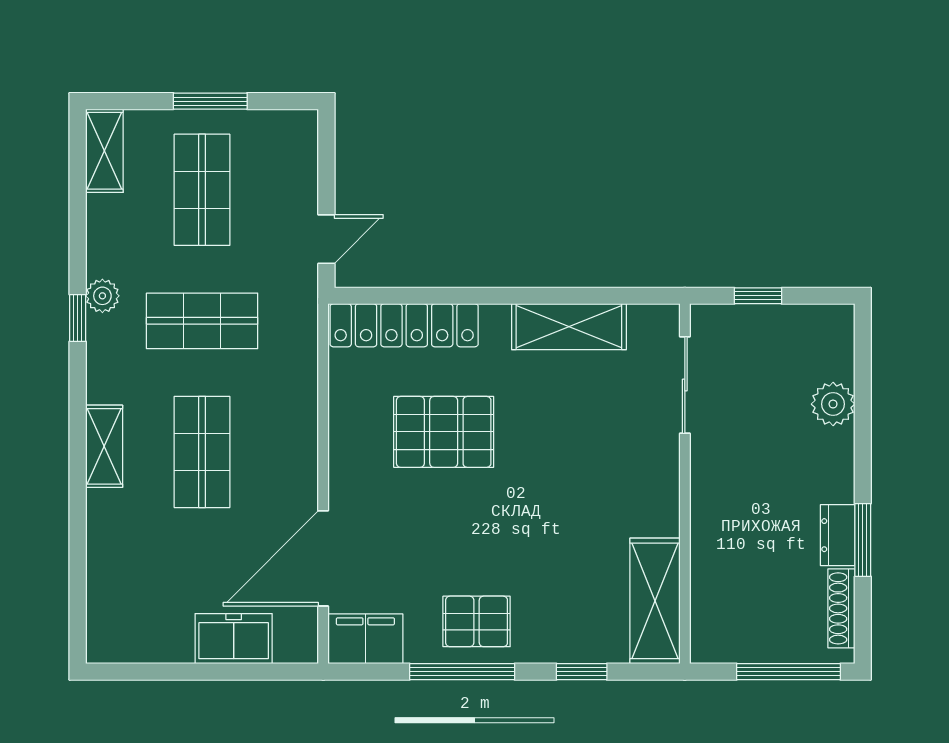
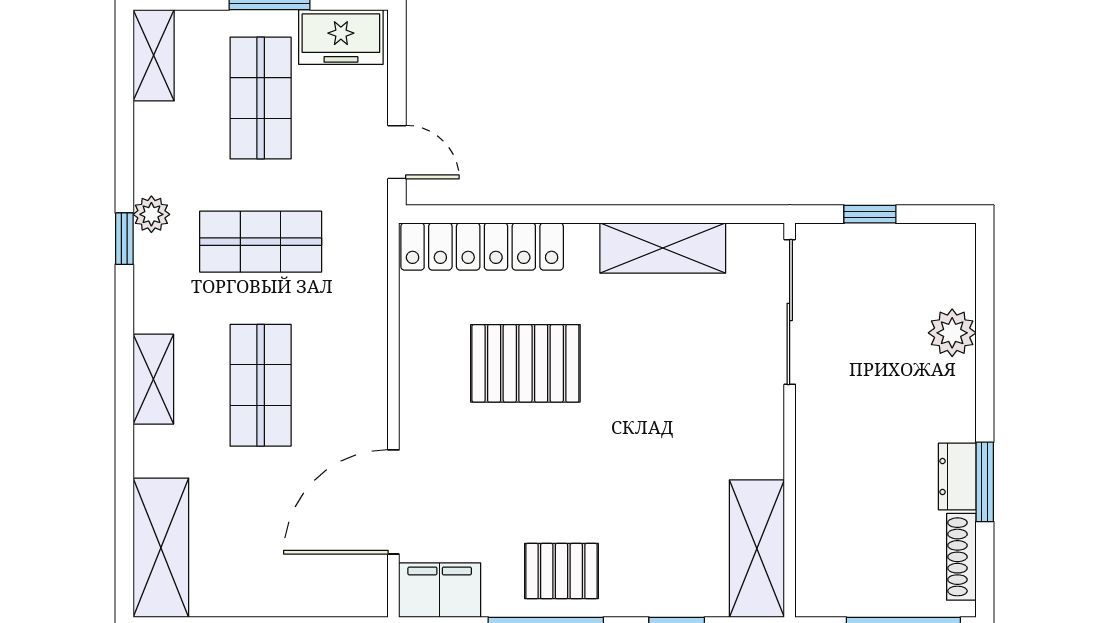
door: (326, 239) -> (397, 152), hinge flipped
sliding door: (685, 385) -> (790, 312), width x1.37
shelving: (111, 600) -> (161, 548), added
freezer: (234, 639) -> (341, 37), moved, turned 180

